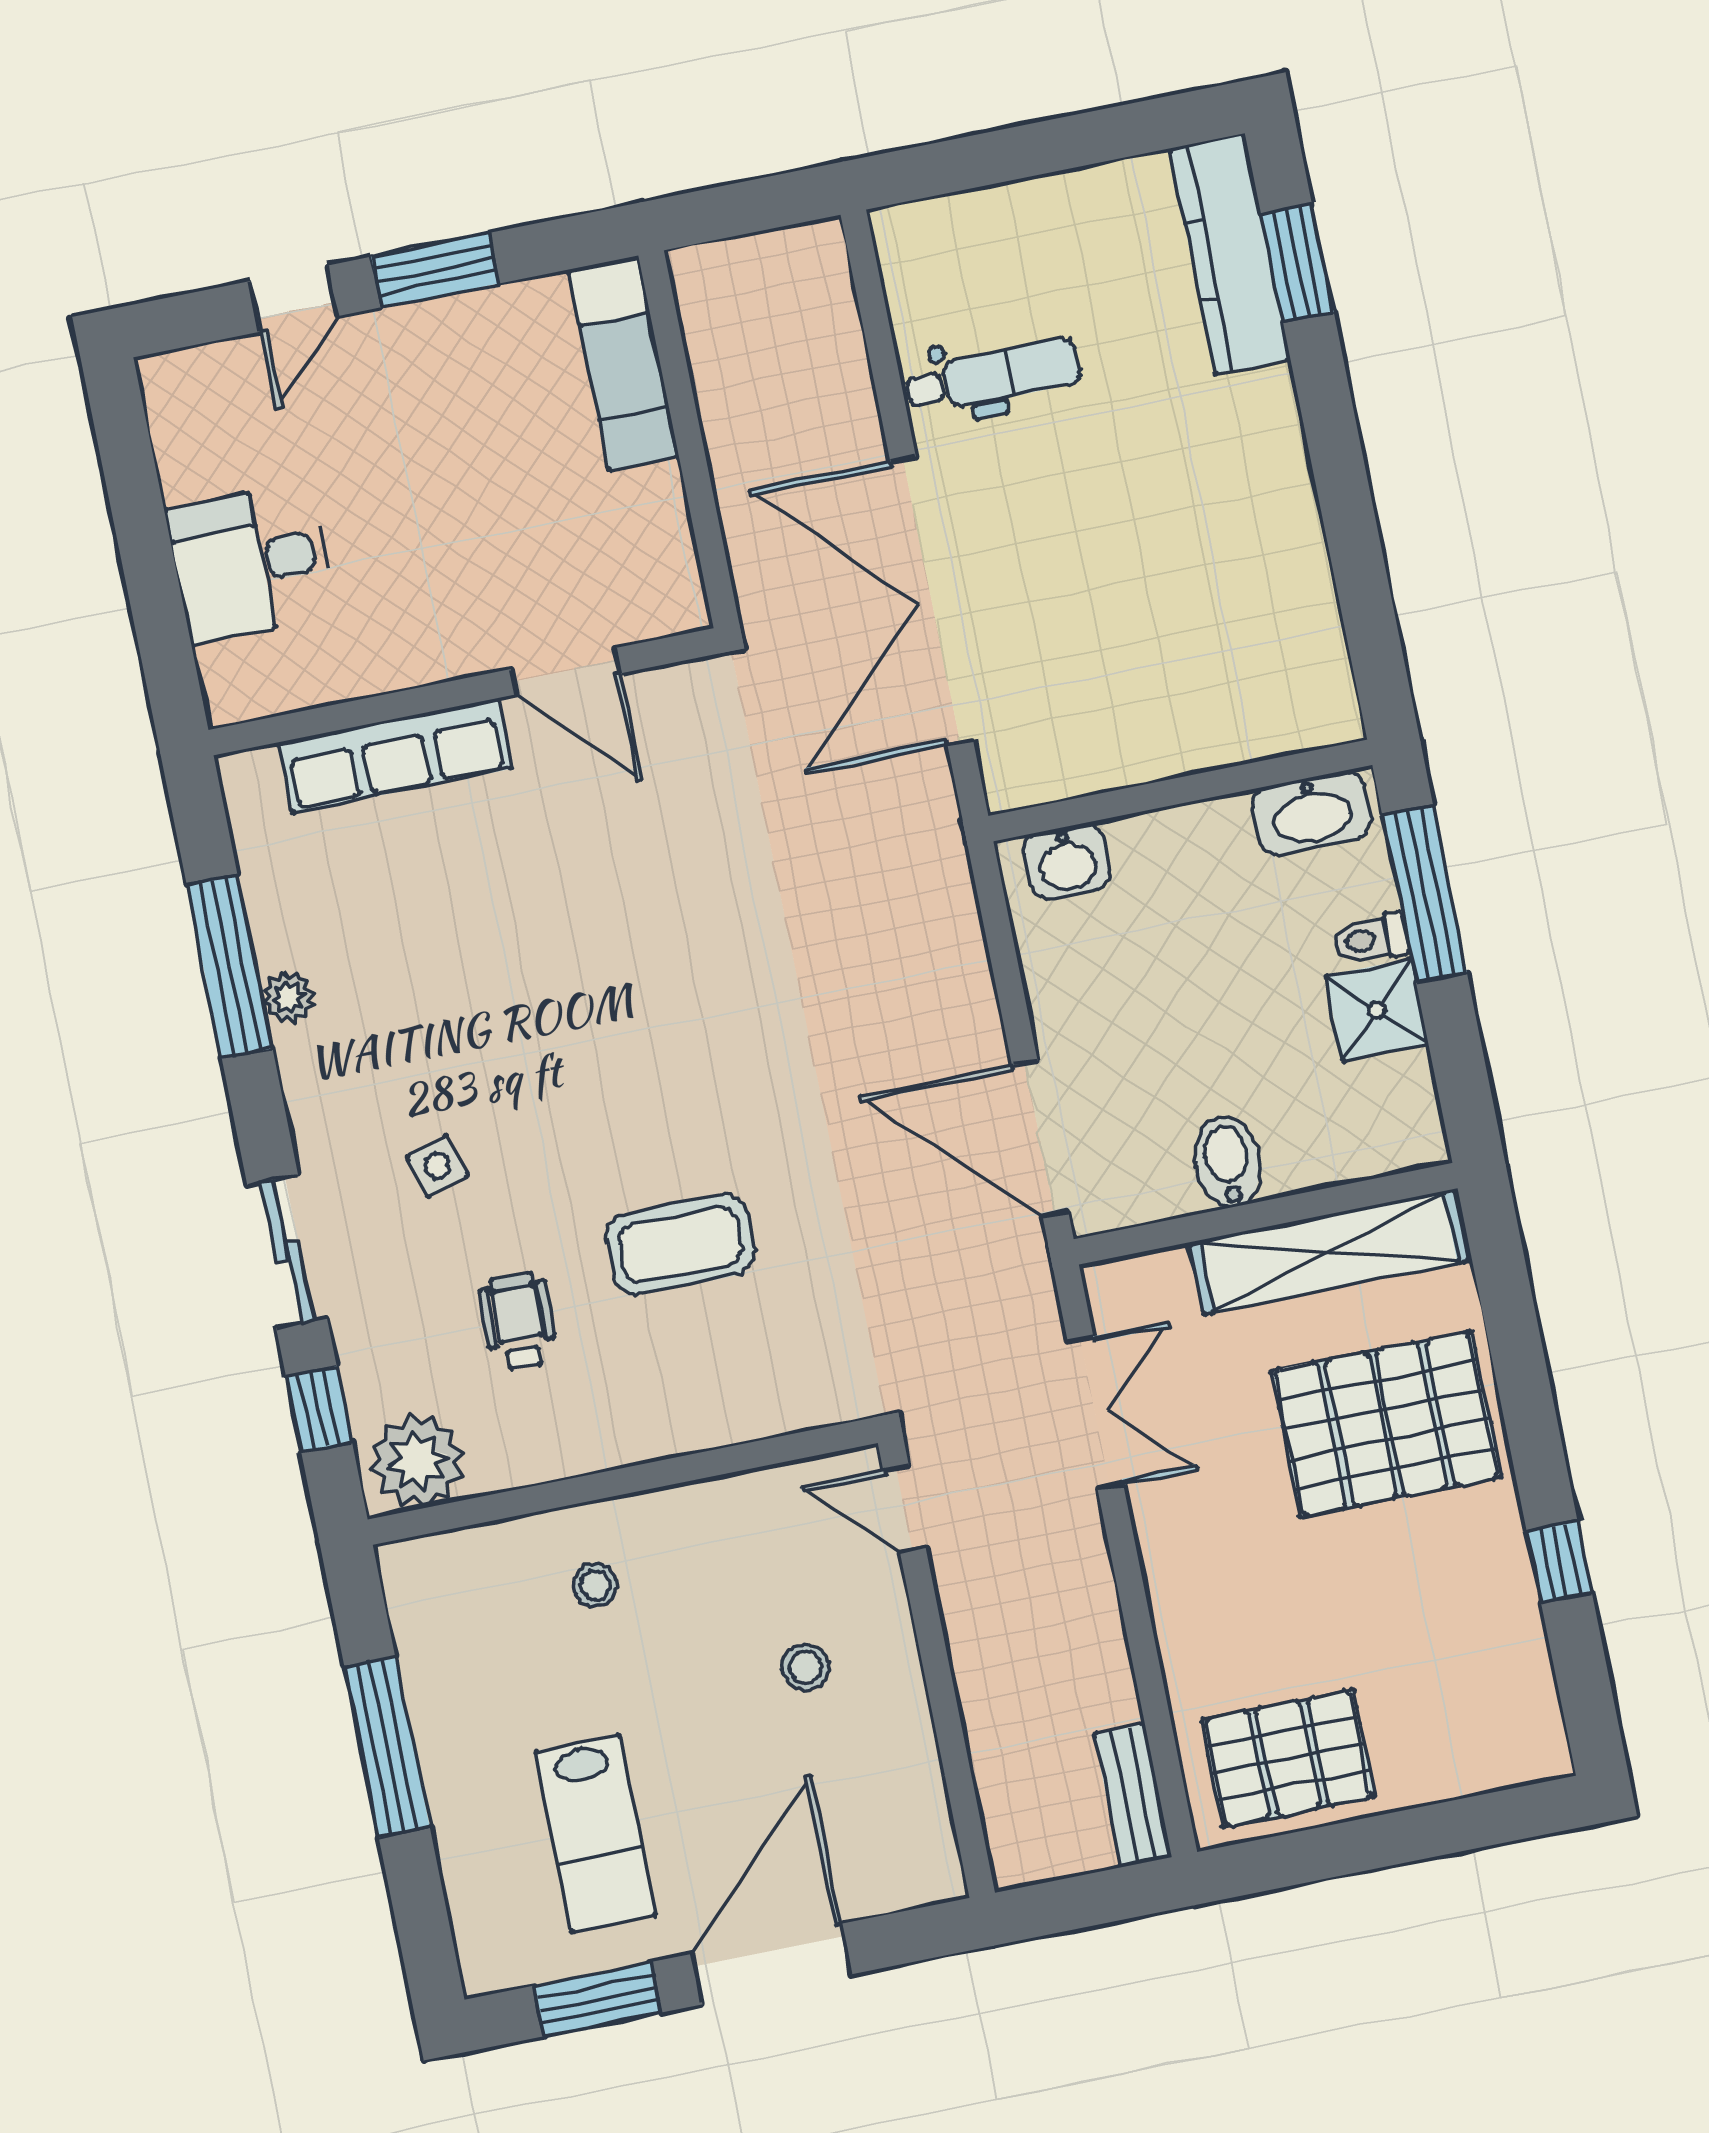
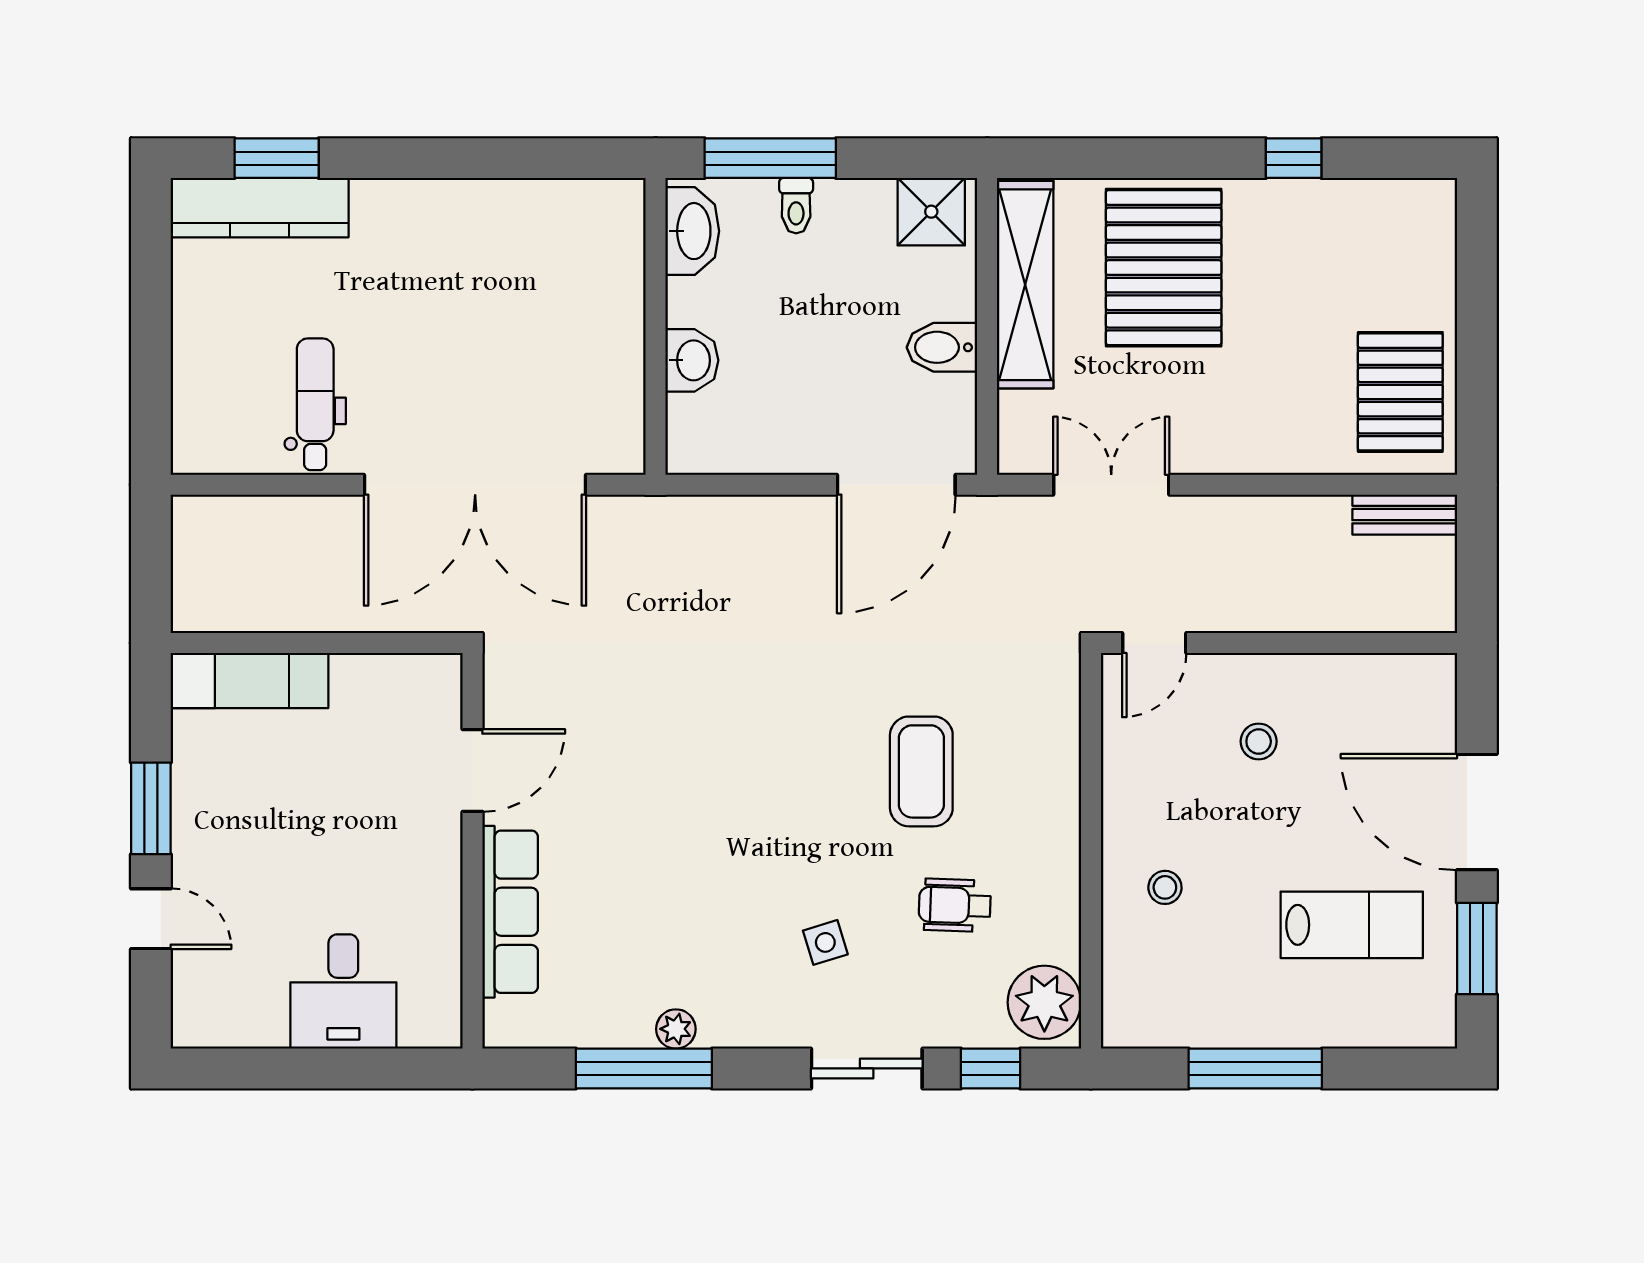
washbasin: (1067, 862) -> (692, 360), moved
shower: (1377, 1010) -> (931, 212), moved

